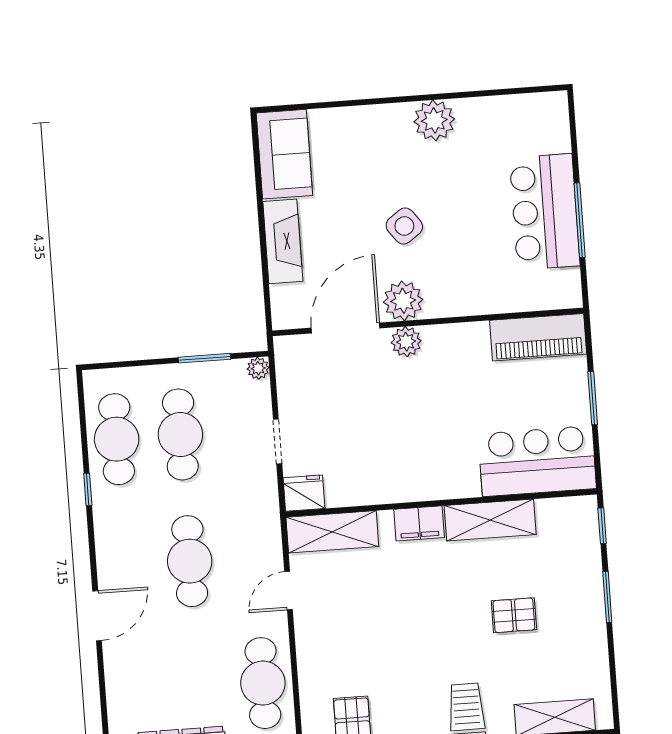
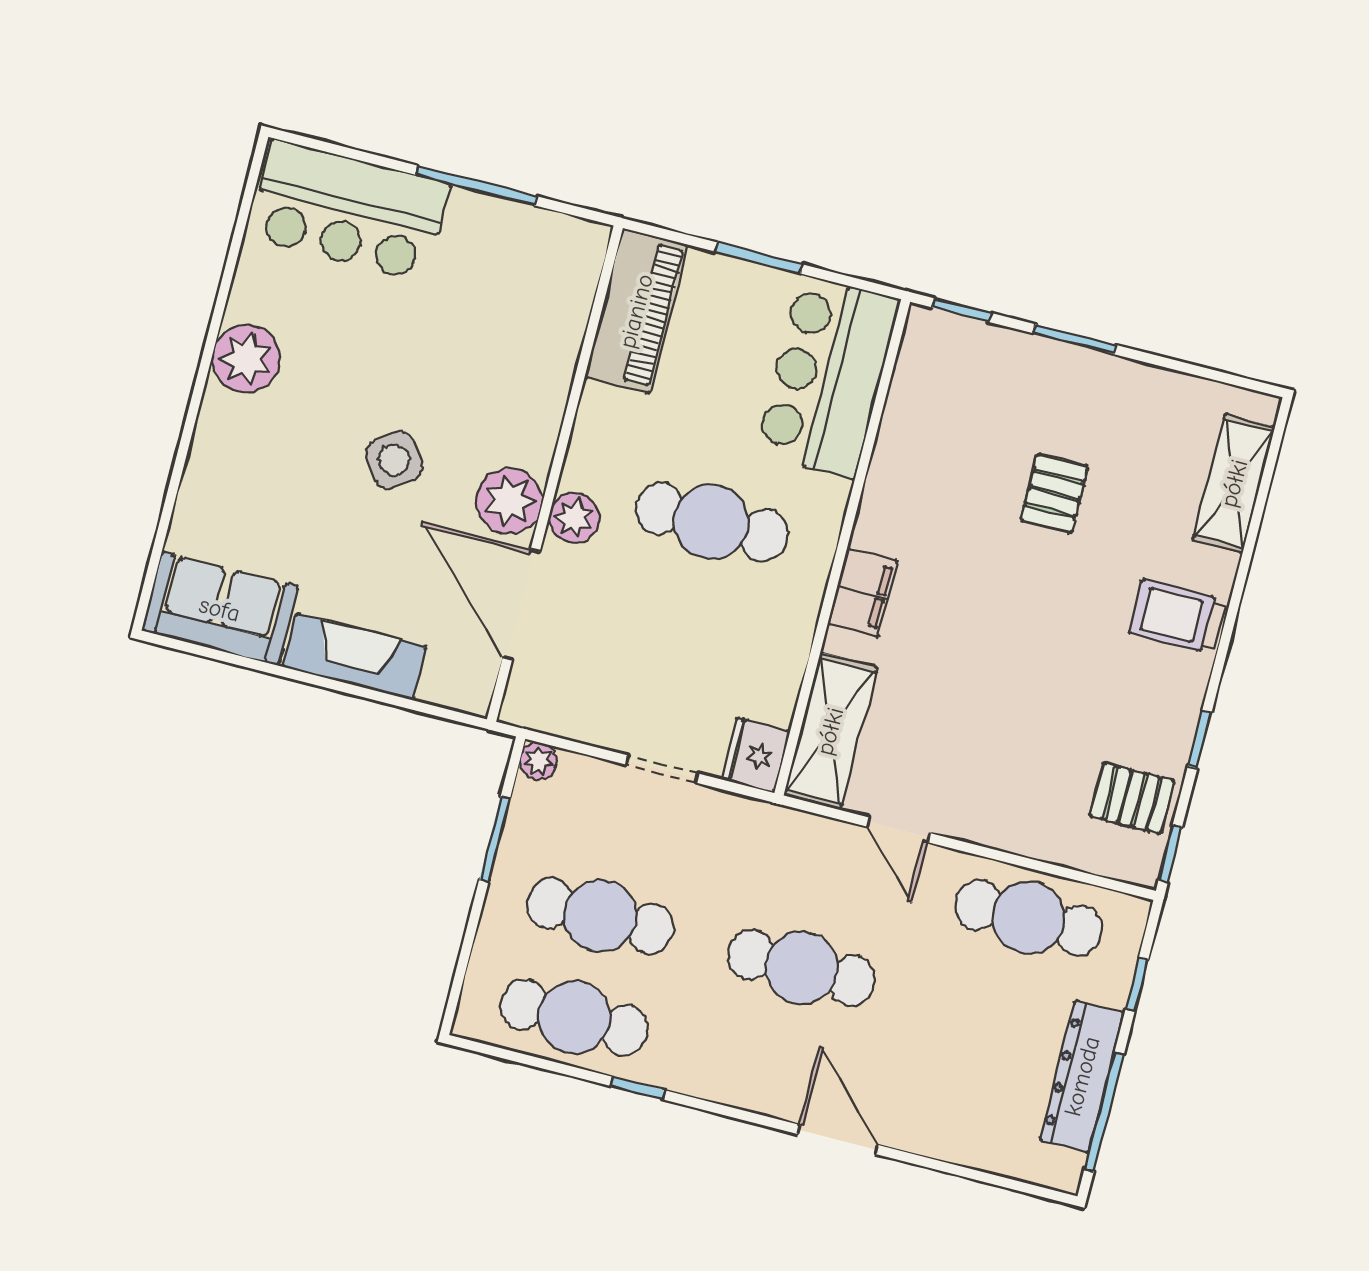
bar counter: (545, 212) -> (349, 210), moved
cafe table: (431, 422) -> (711, 522), added
shelving: (490, 520) -> (894, 481), removed

